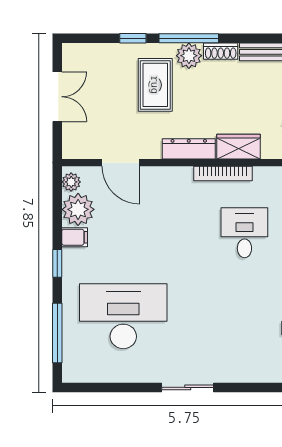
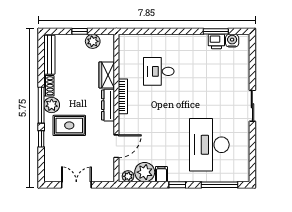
bookcase: (223, 174) -> (123, 96), moved

